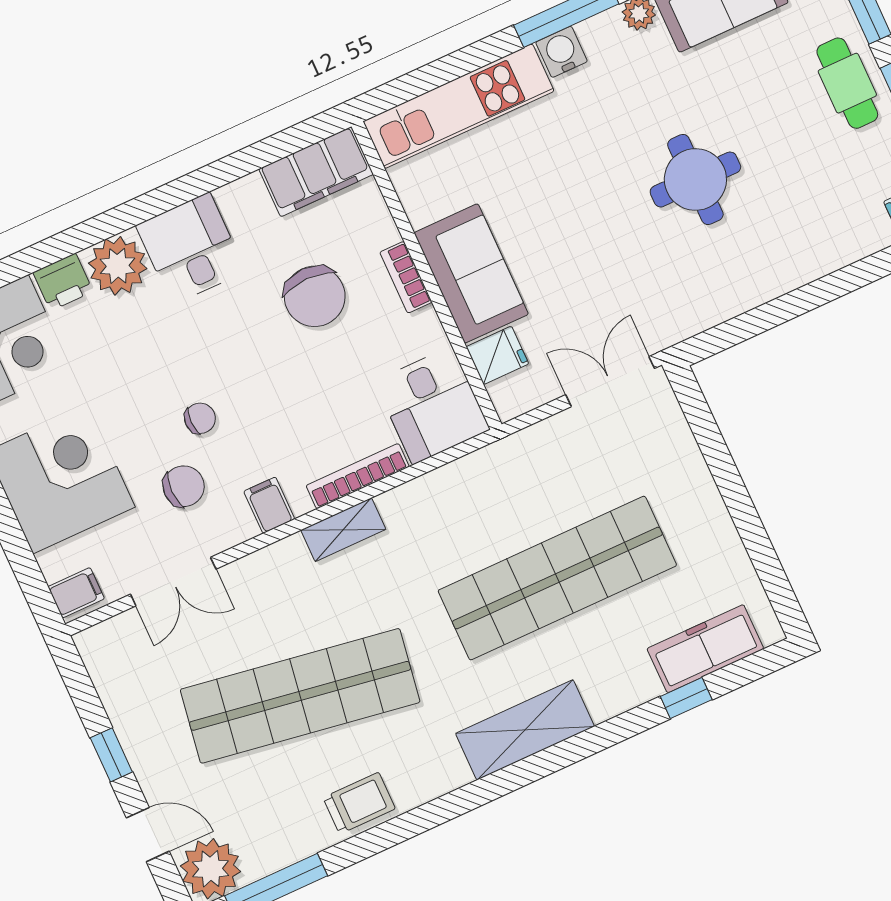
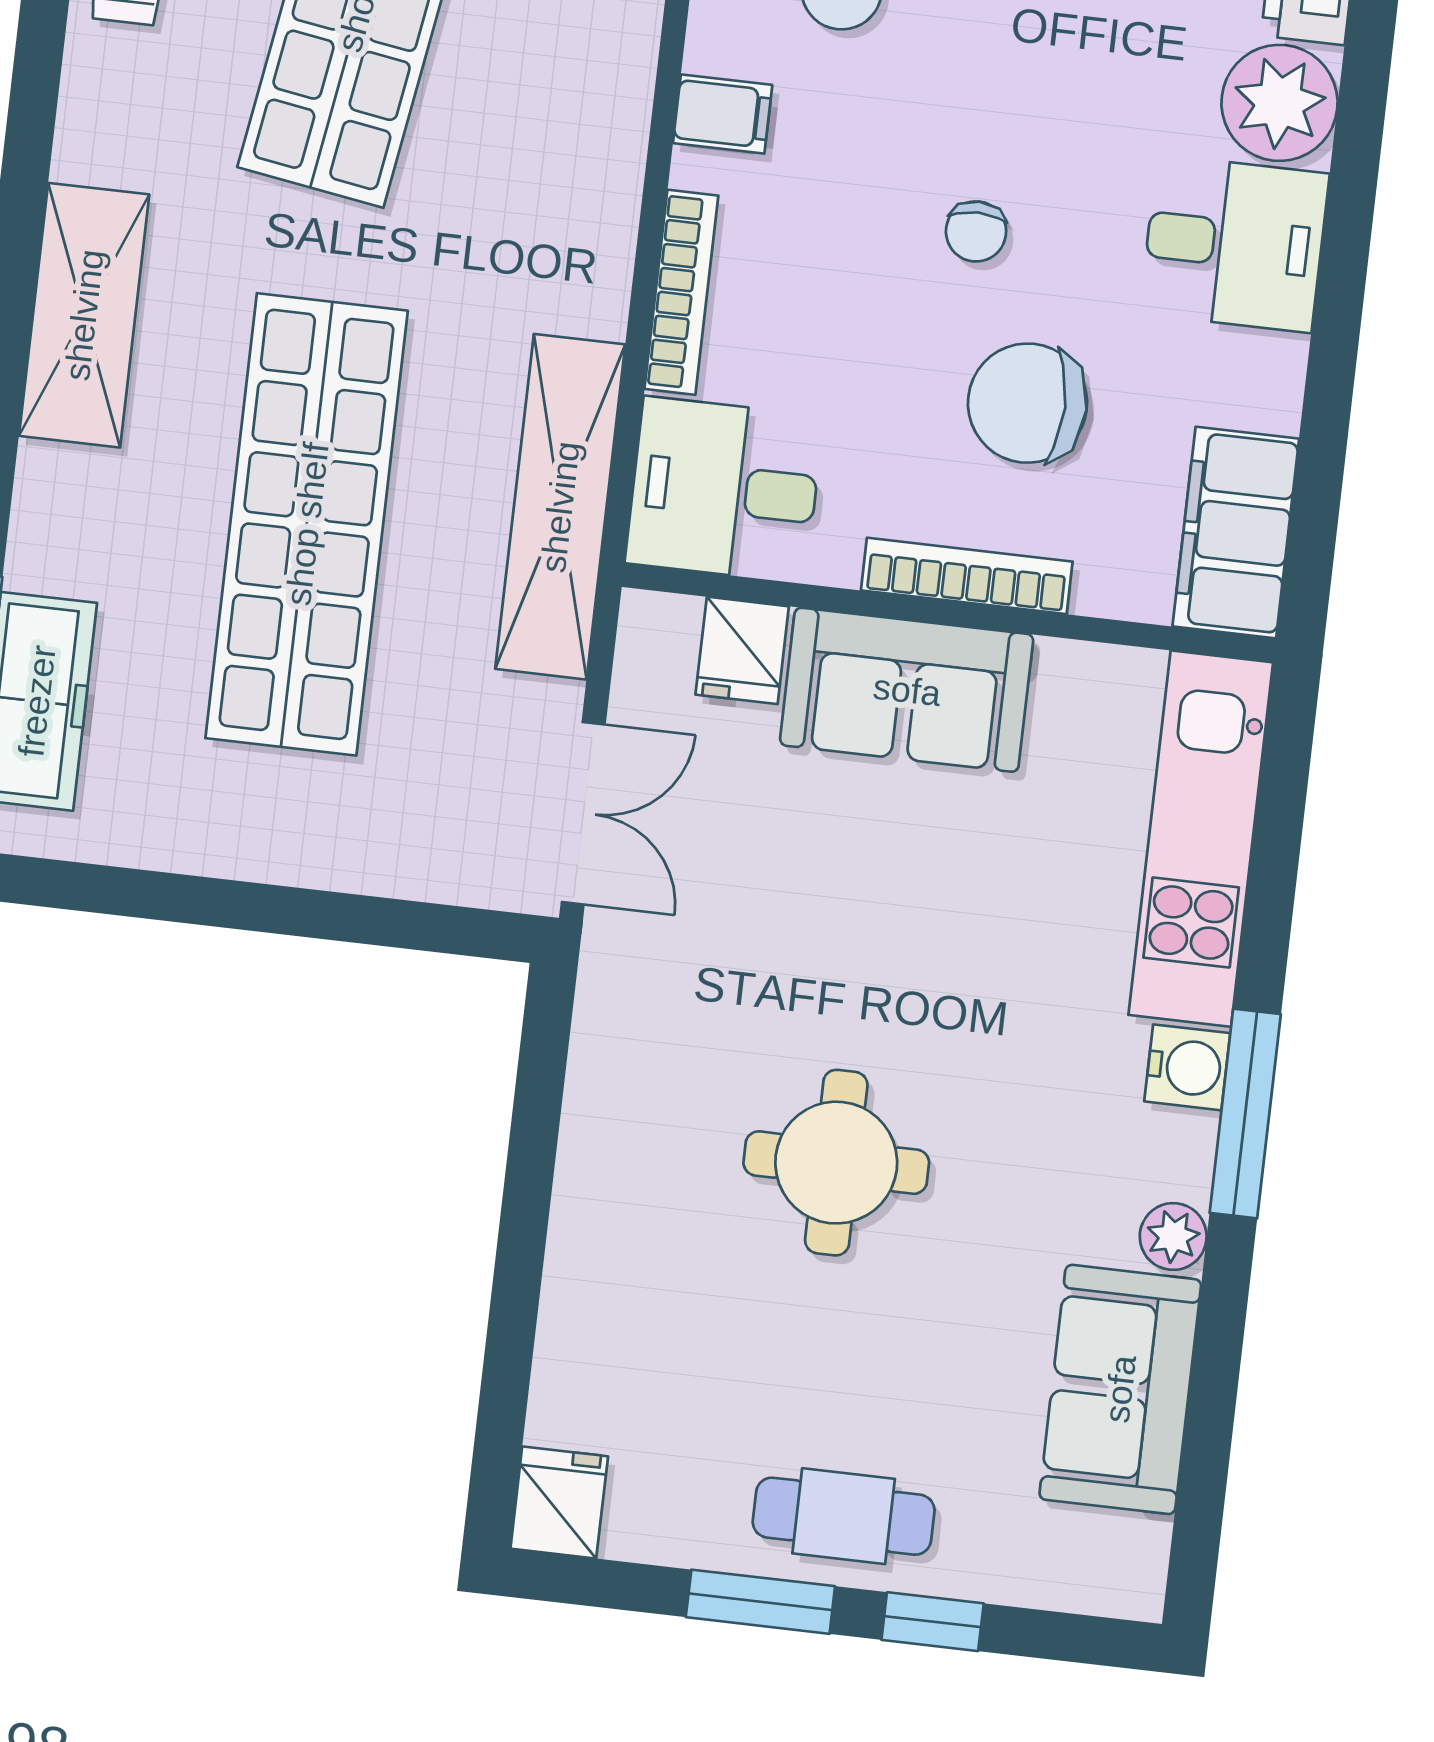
bookcase: (406, 277) -> (967, 576), width x1.56
chair: (200, 418) -> (976, 231), moved
shelving: (343, 530) -> (560, 507), moved, width x2.20, depth x1.33

